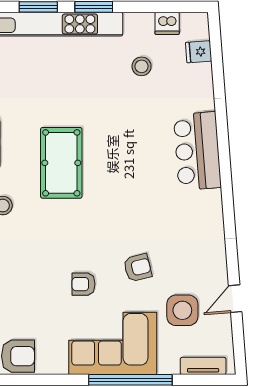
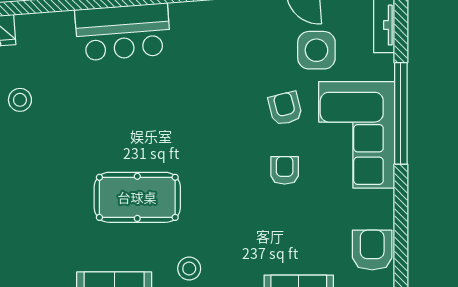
armchair: (138, 268) -> (285, 108), moved
armchair: (84, 284) -> (285, 170), turned 180

